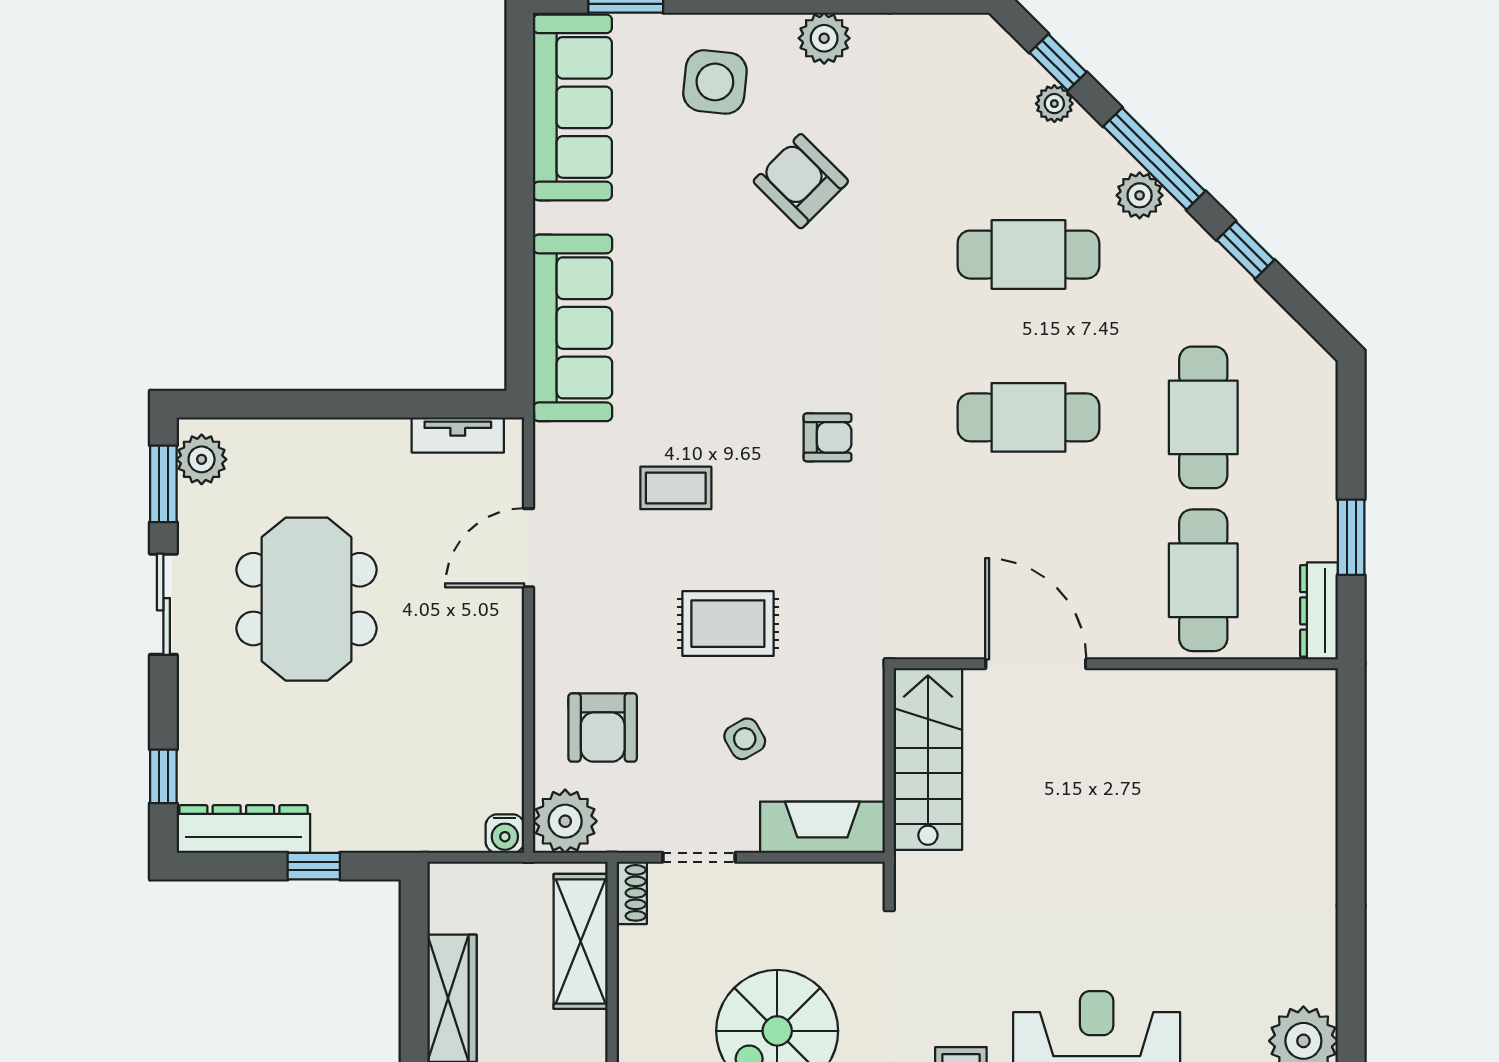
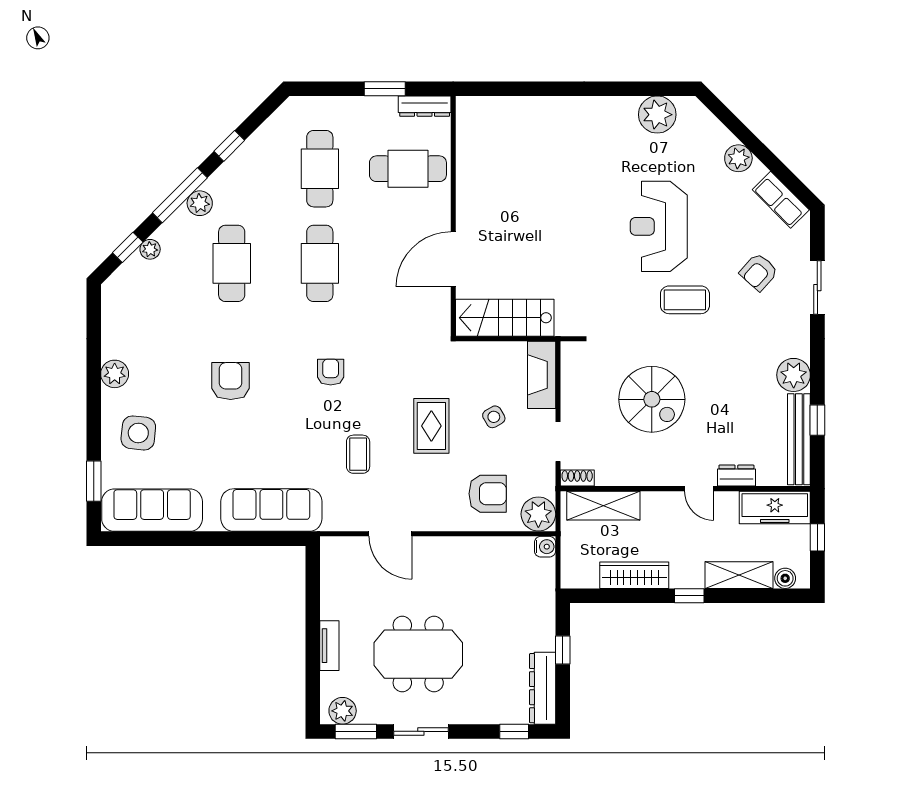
armchair: (801, 181) -> (231, 381), moved, turned 135
cafe table: (1203, 417) -> (320, 169), turned 90
tv unit: (458, 435) -> (329, 646), moved

